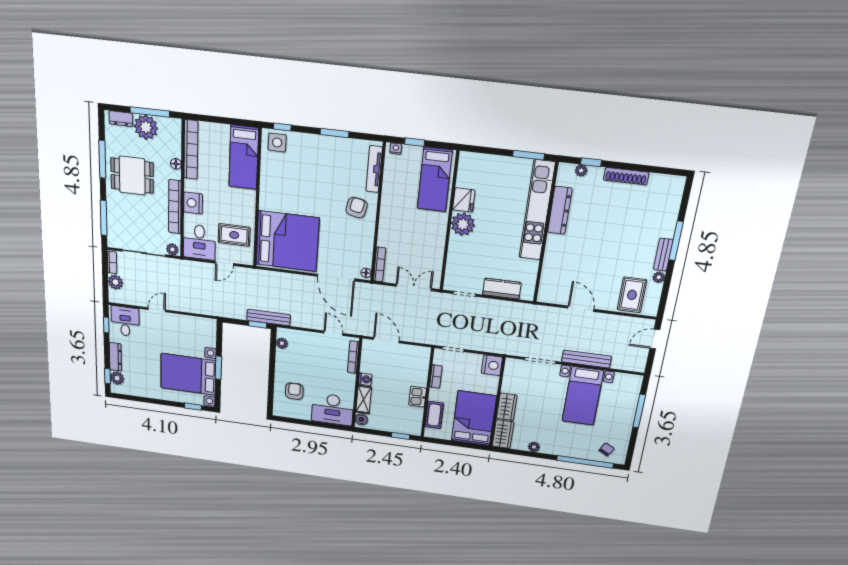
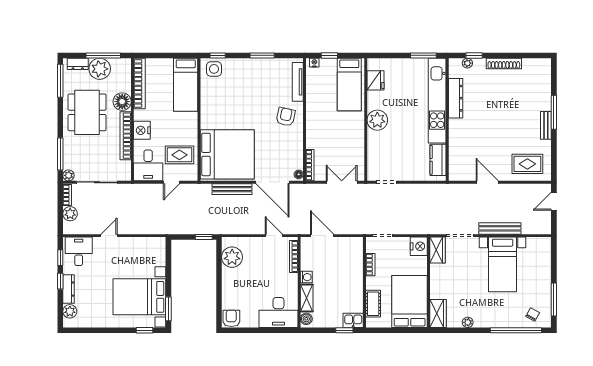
window: (102, 159) -> (60, 81), moved
floor lamp: (176, 164) -> (122, 102), width x1.89, depth x1.89
dining table: (132, 176) -> (87, 112), width x1.38
fridge: (464, 200) -> (376, 80), moved
plant: (172, 249) -> (69, 175), moved
plant: (659, 277) -> (546, 145), removed
kitchen counter: (502, 289) -> (438, 160), moved, turned -90
rug: (632, 295) -> (527, 164), turned 90
bench: (269, 318) -> (232, 189), moved
plant: (282, 343) -> (232, 257), width x1.88, depth x1.88
window: (218, 368) -> (168, 309), moved
window: (107, 376) -> (60, 281), moved
armchair: (294, 391) -> (231, 318), moved
kitchen sink: (418, 397) -> (353, 320), moved, turned 90
wardrobe: (507, 407) -> (437, 250), moved
window: (639, 411) -> (554, 300), moved

